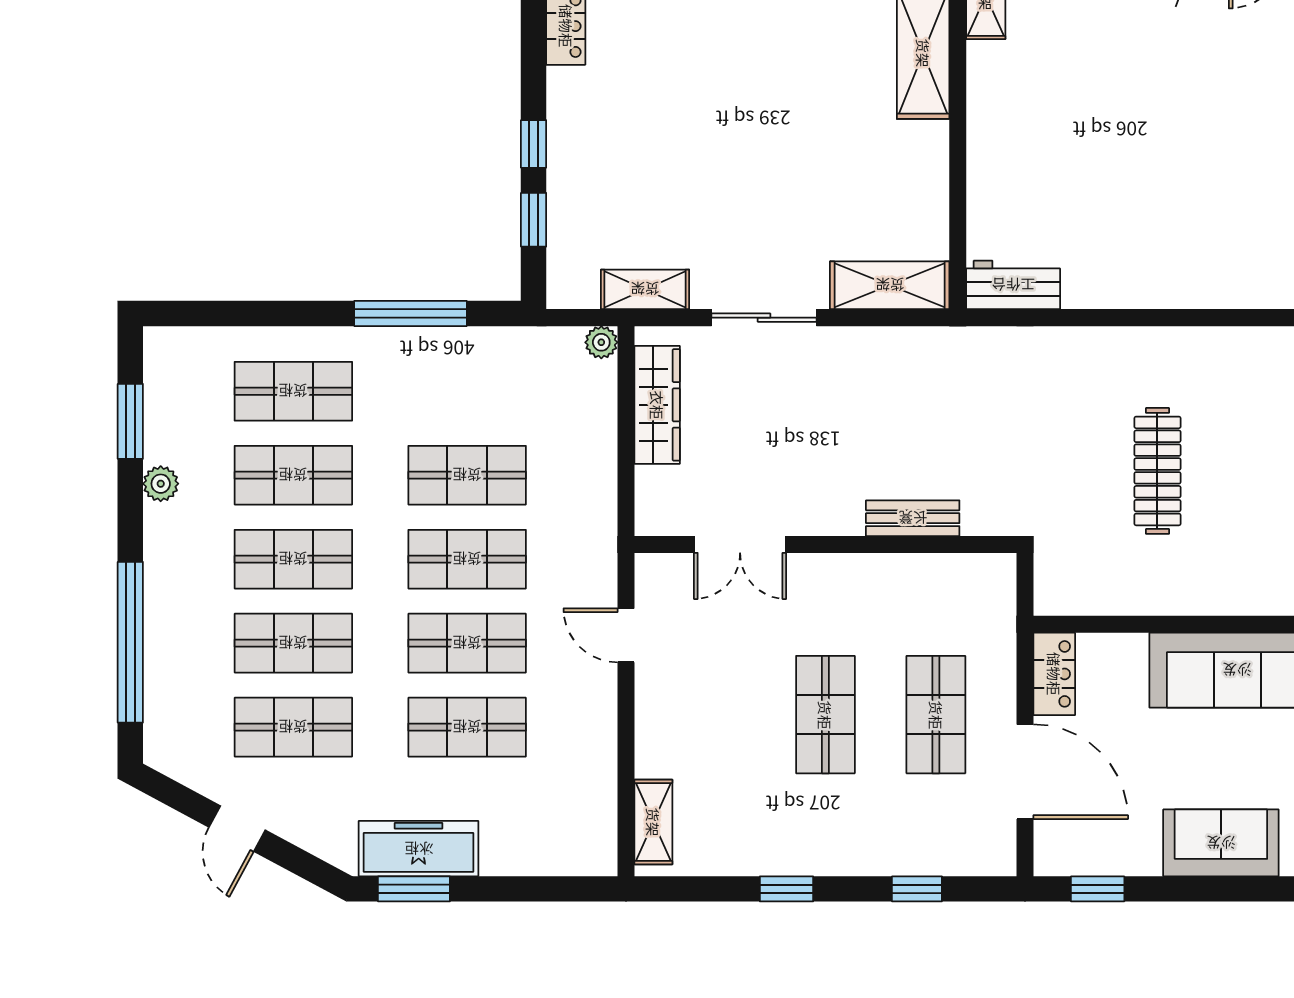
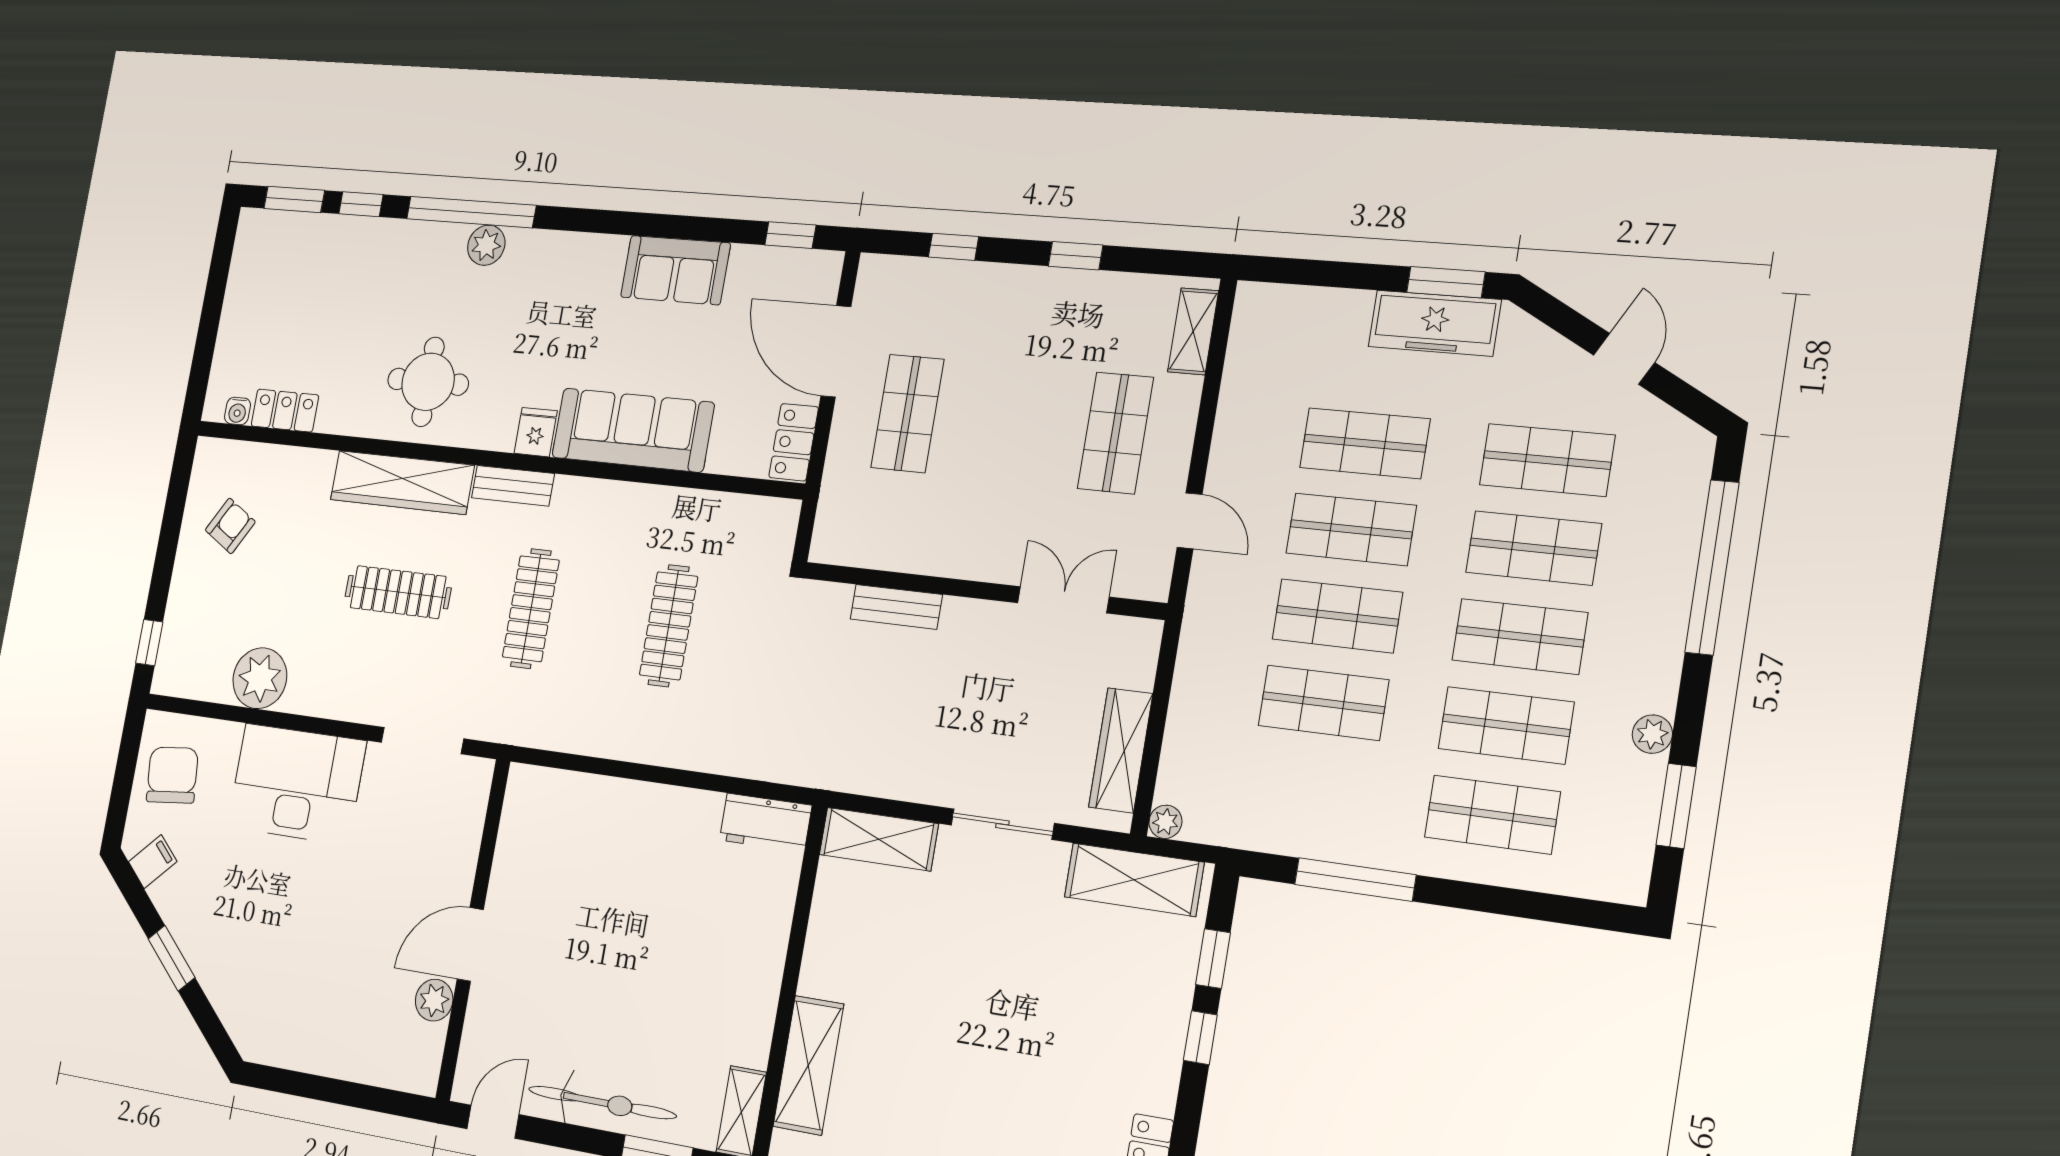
shelving: (645, 289) -> (1134, 880), width x1.50, depth x1.33
shop shelf: (825, 715) -> (1115, 433), moved

